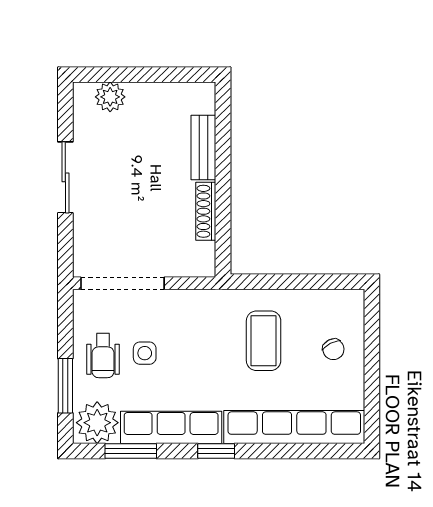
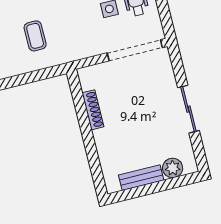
bench: (203, 148) -> (141, 178), moved, turned 90
coffee table: (264, 341) -> (35, 36), width x0.73, depth x0.77

